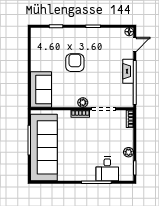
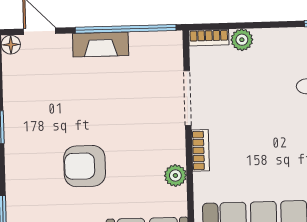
plant: (83, 103) -> (175, 175), moved
plant: (129, 152) -> (242, 40), moved

